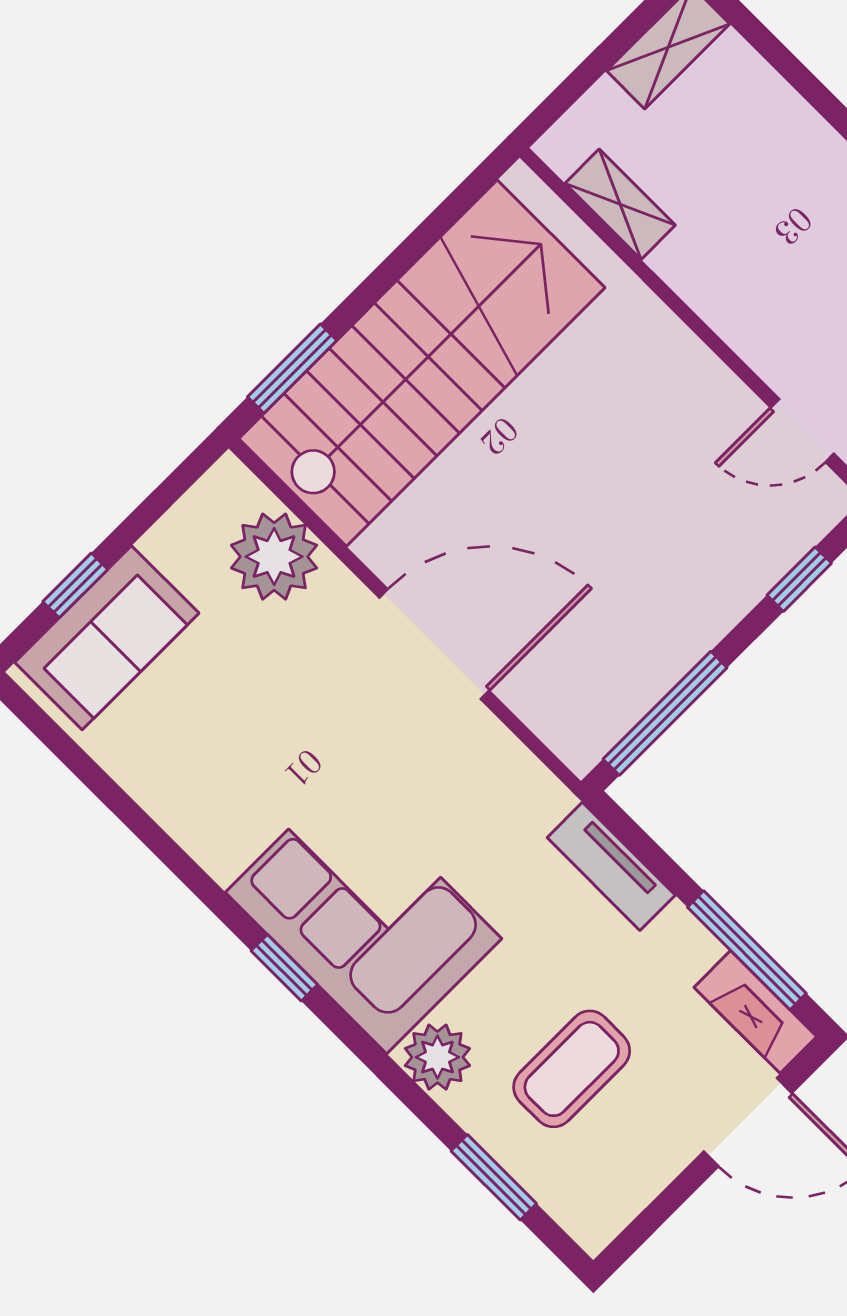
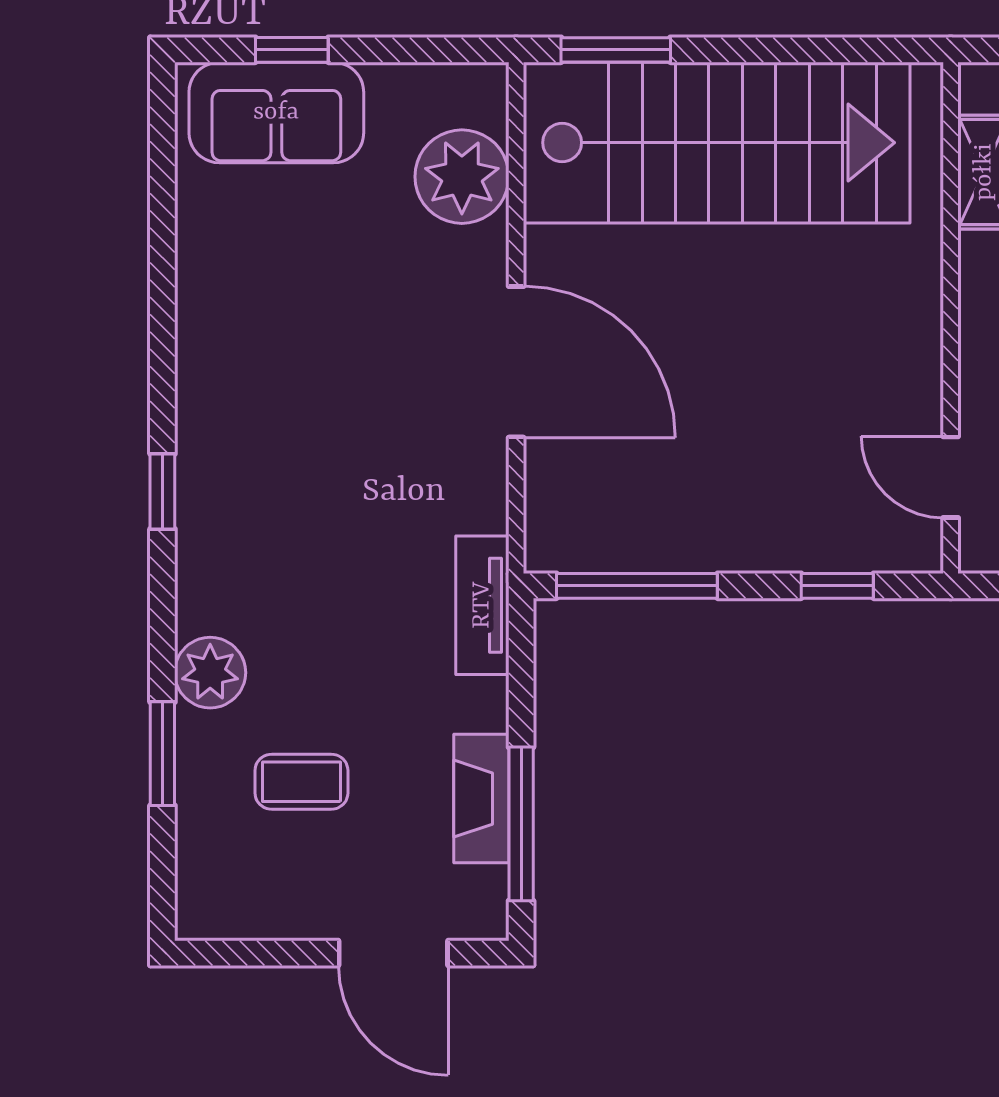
tv unit: (611, 866) -> (482, 605), moved
corner sofa: (364, 915) -> (261, 512), removed
fireplace: (755, 1012) -> (481, 799), moved
coffee table: (572, 1069) -> (301, 782), width x0.73, depth x0.77
window: (494, 1177) -> (162, 754), moved

